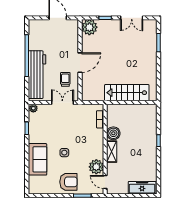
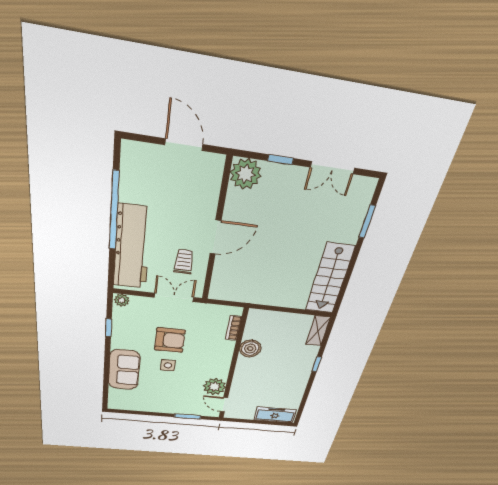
stairs: (127, 93) -> (330, 279), moved, turned -90
shelving: (112, 152) -> (318, 331), moved
armchair: (68, 182) -> (170, 340), moved

